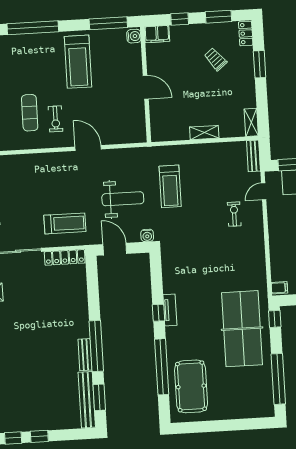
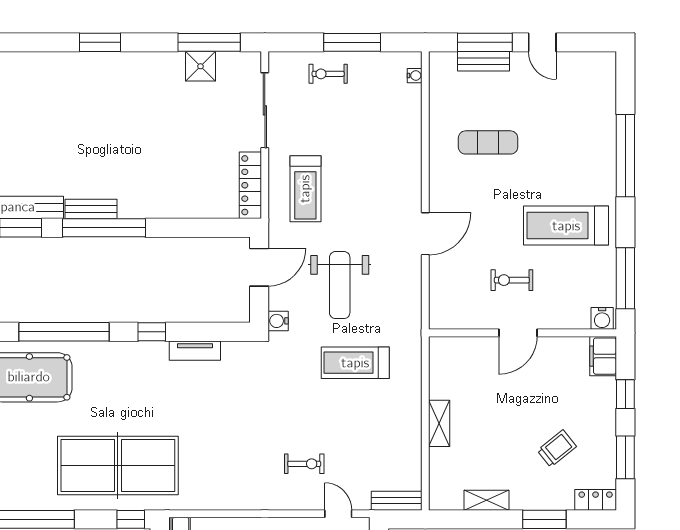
exercise bike: (55, 119) -> (512, 280), moved
shelving: (251, 122) -> (486, 500), moved
tv unit: (170, 310) -> (195, 351), moved

